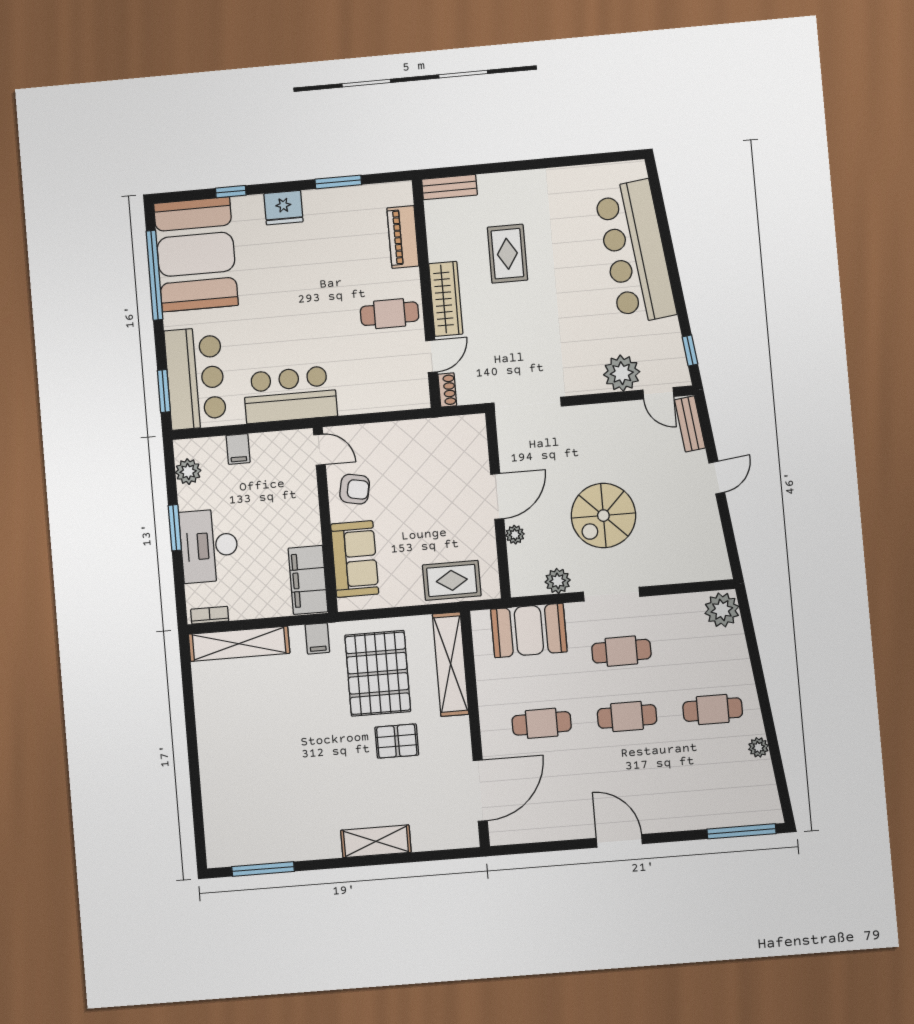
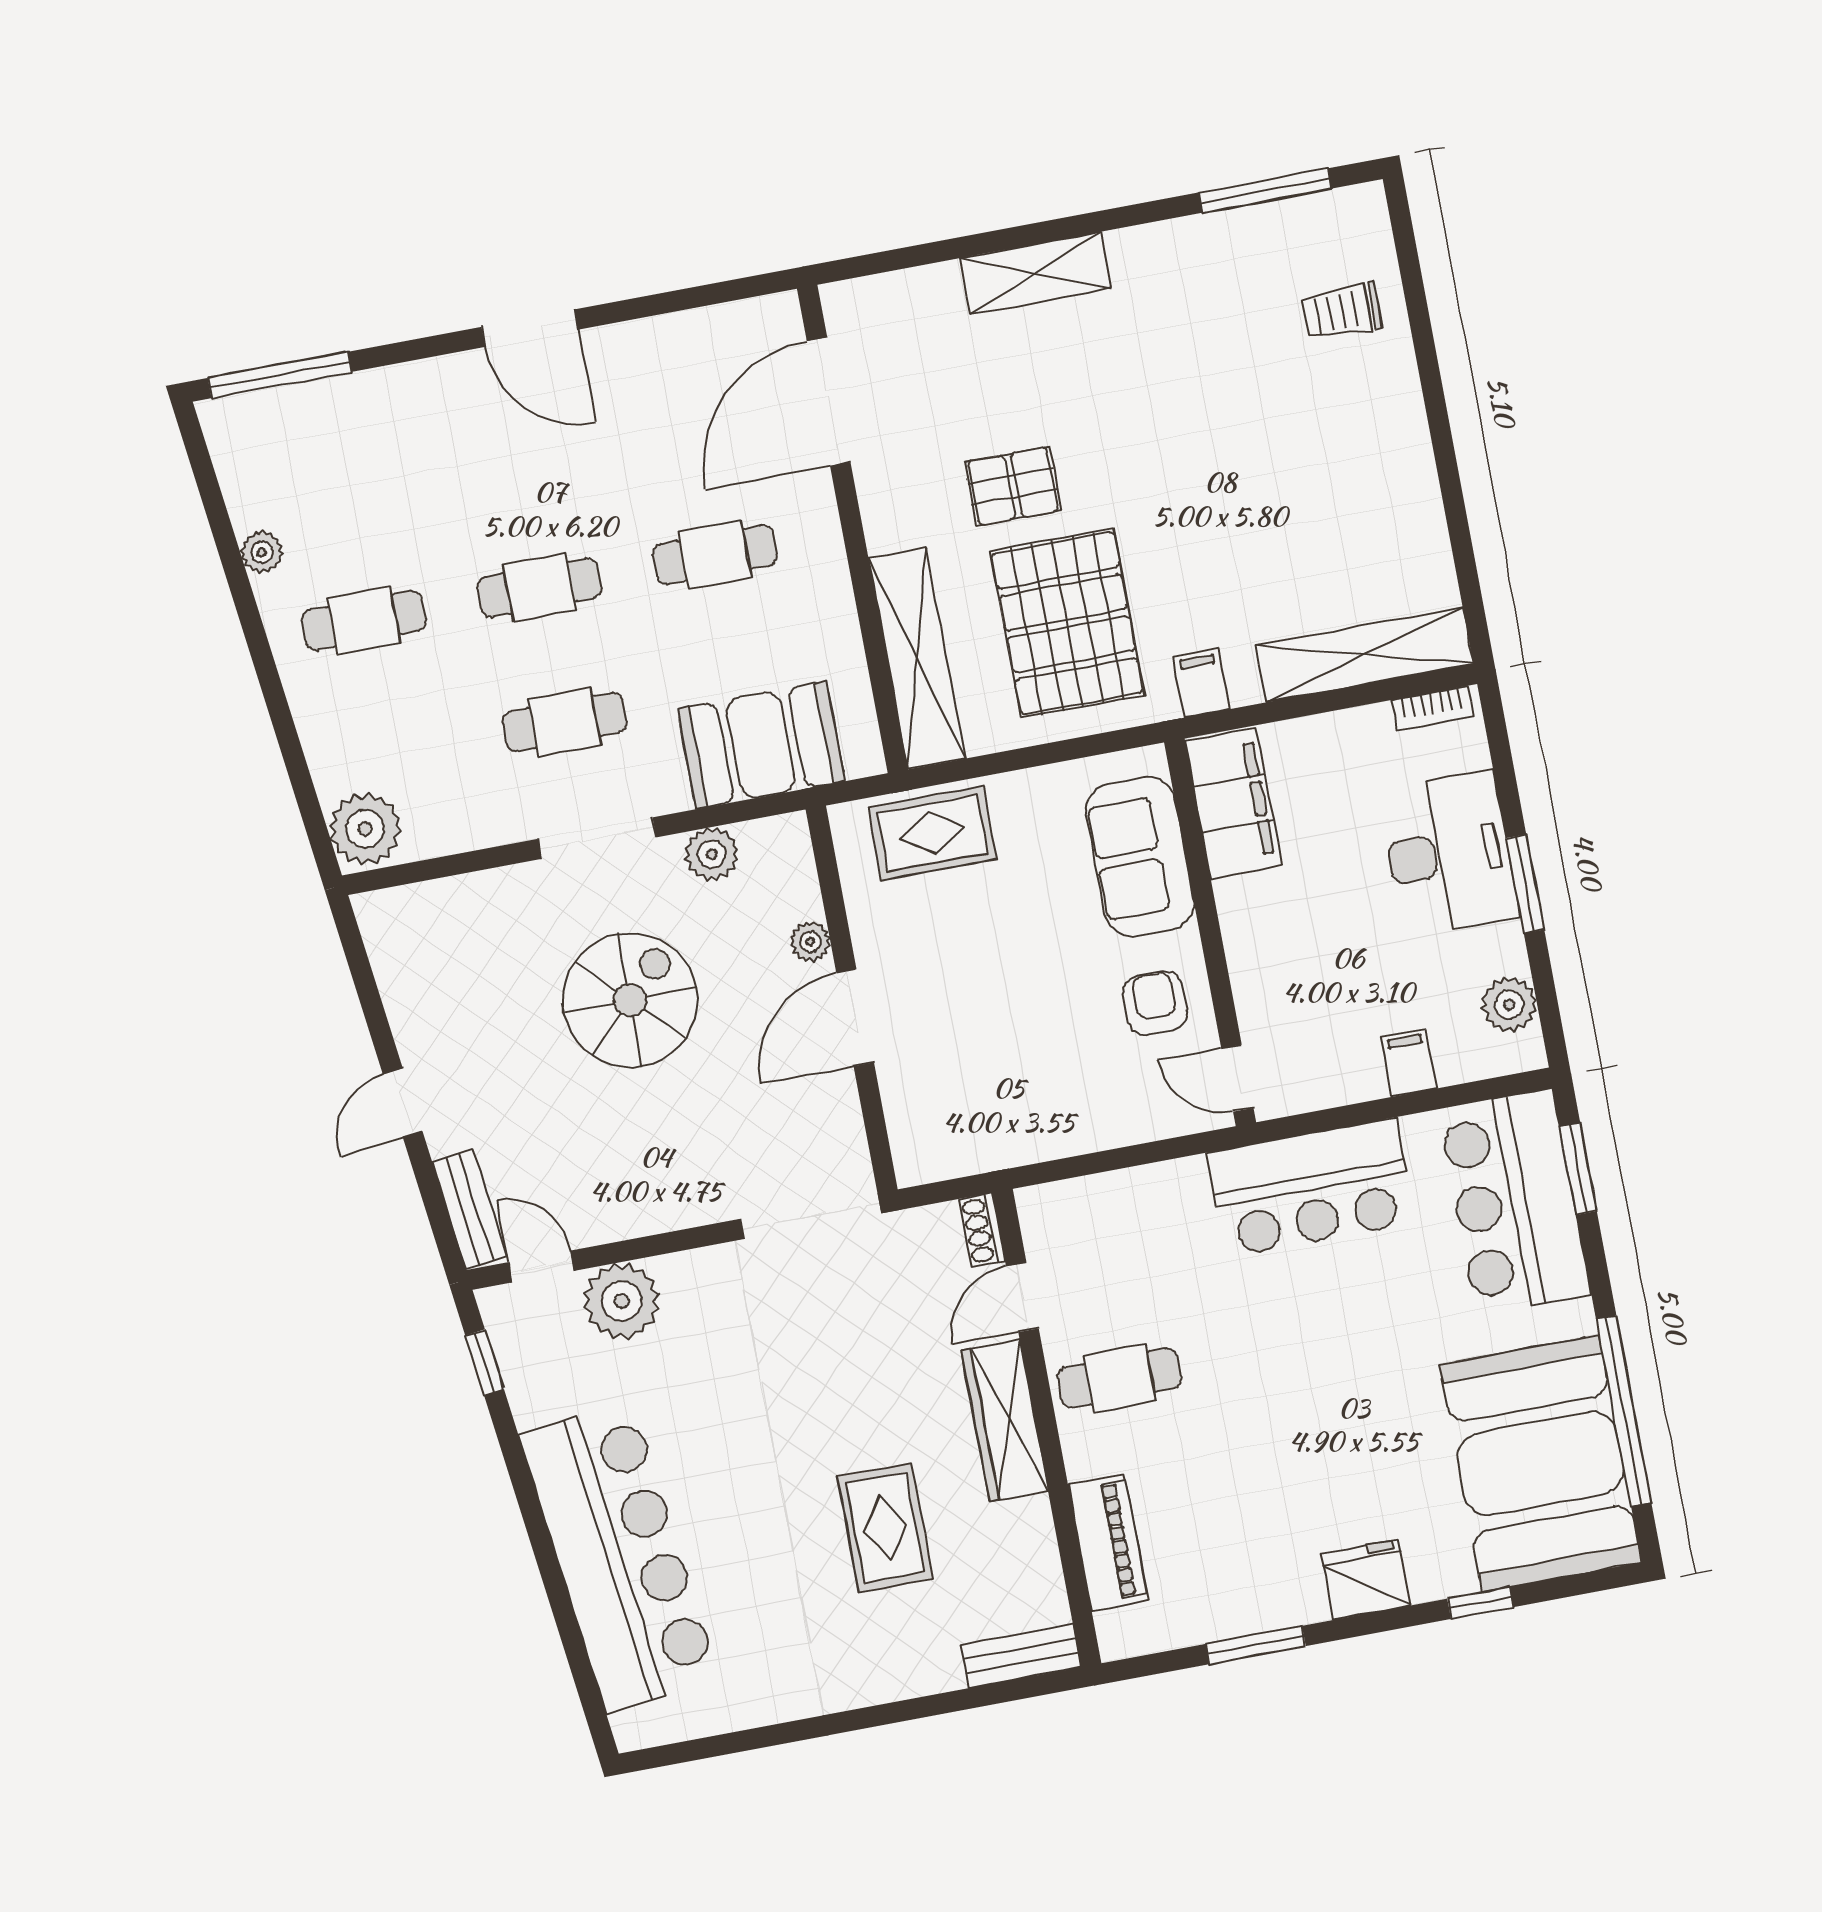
armchair: (355, 489) -> (1155, 1003), turned 79
trolley: (233, 808) -> (1341, 312), added

